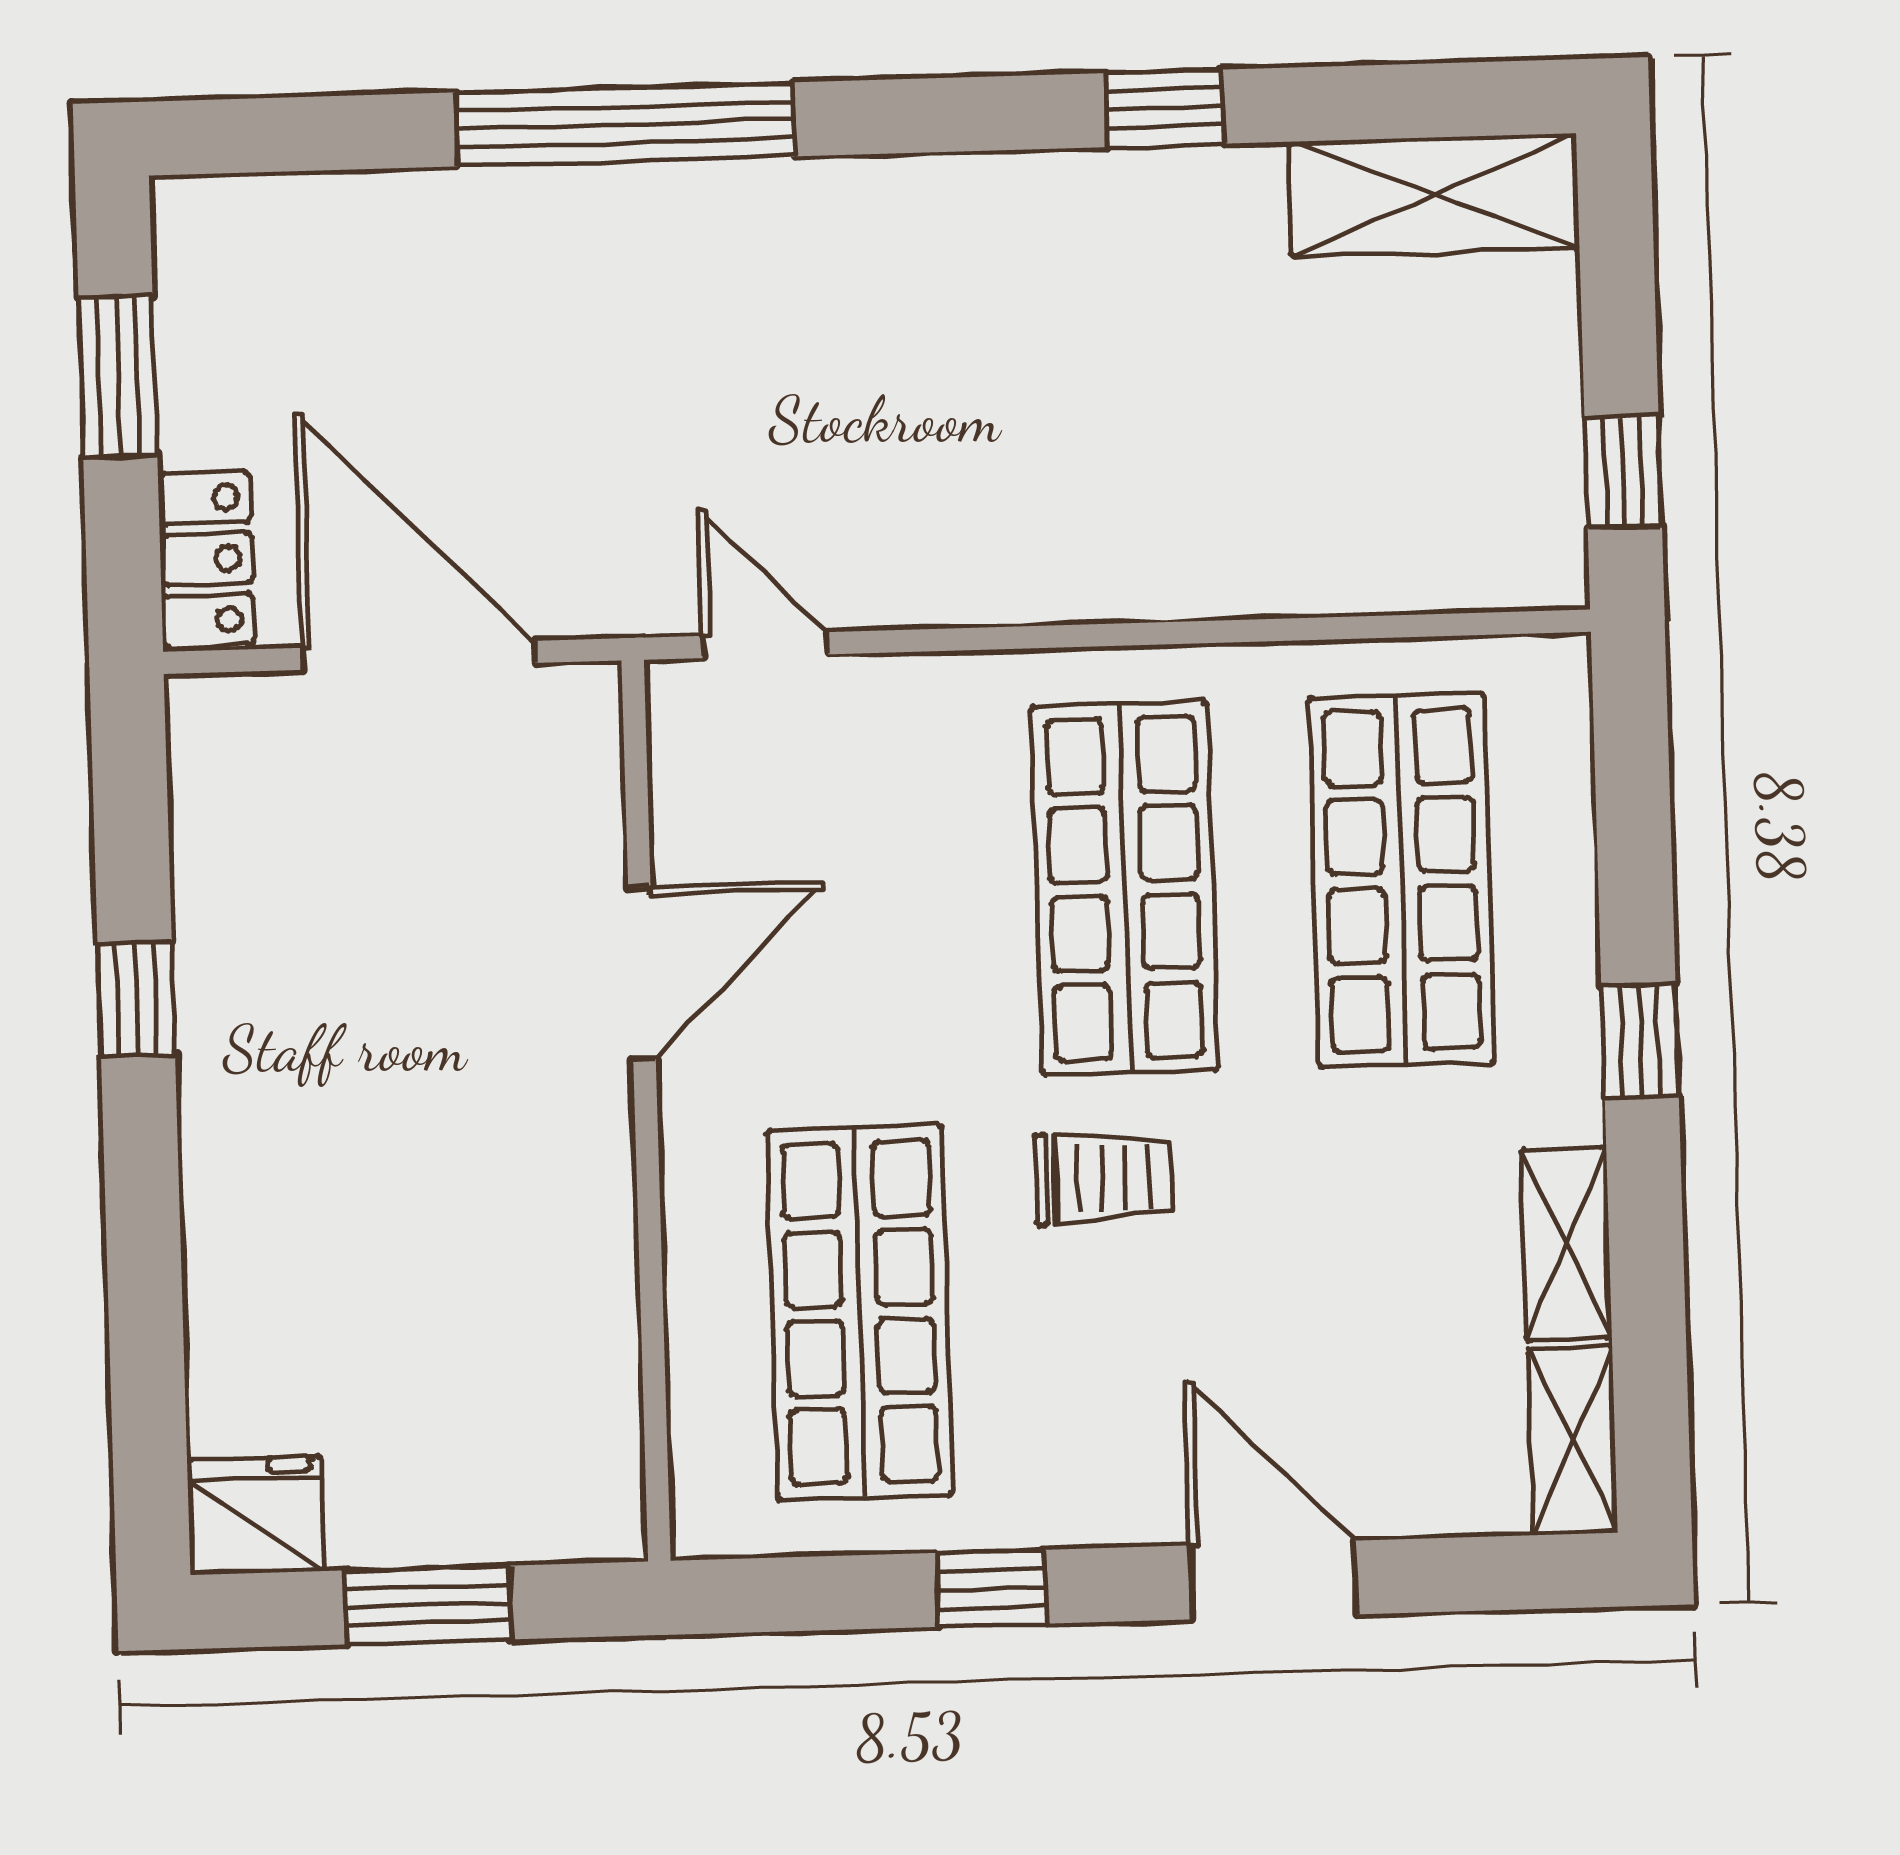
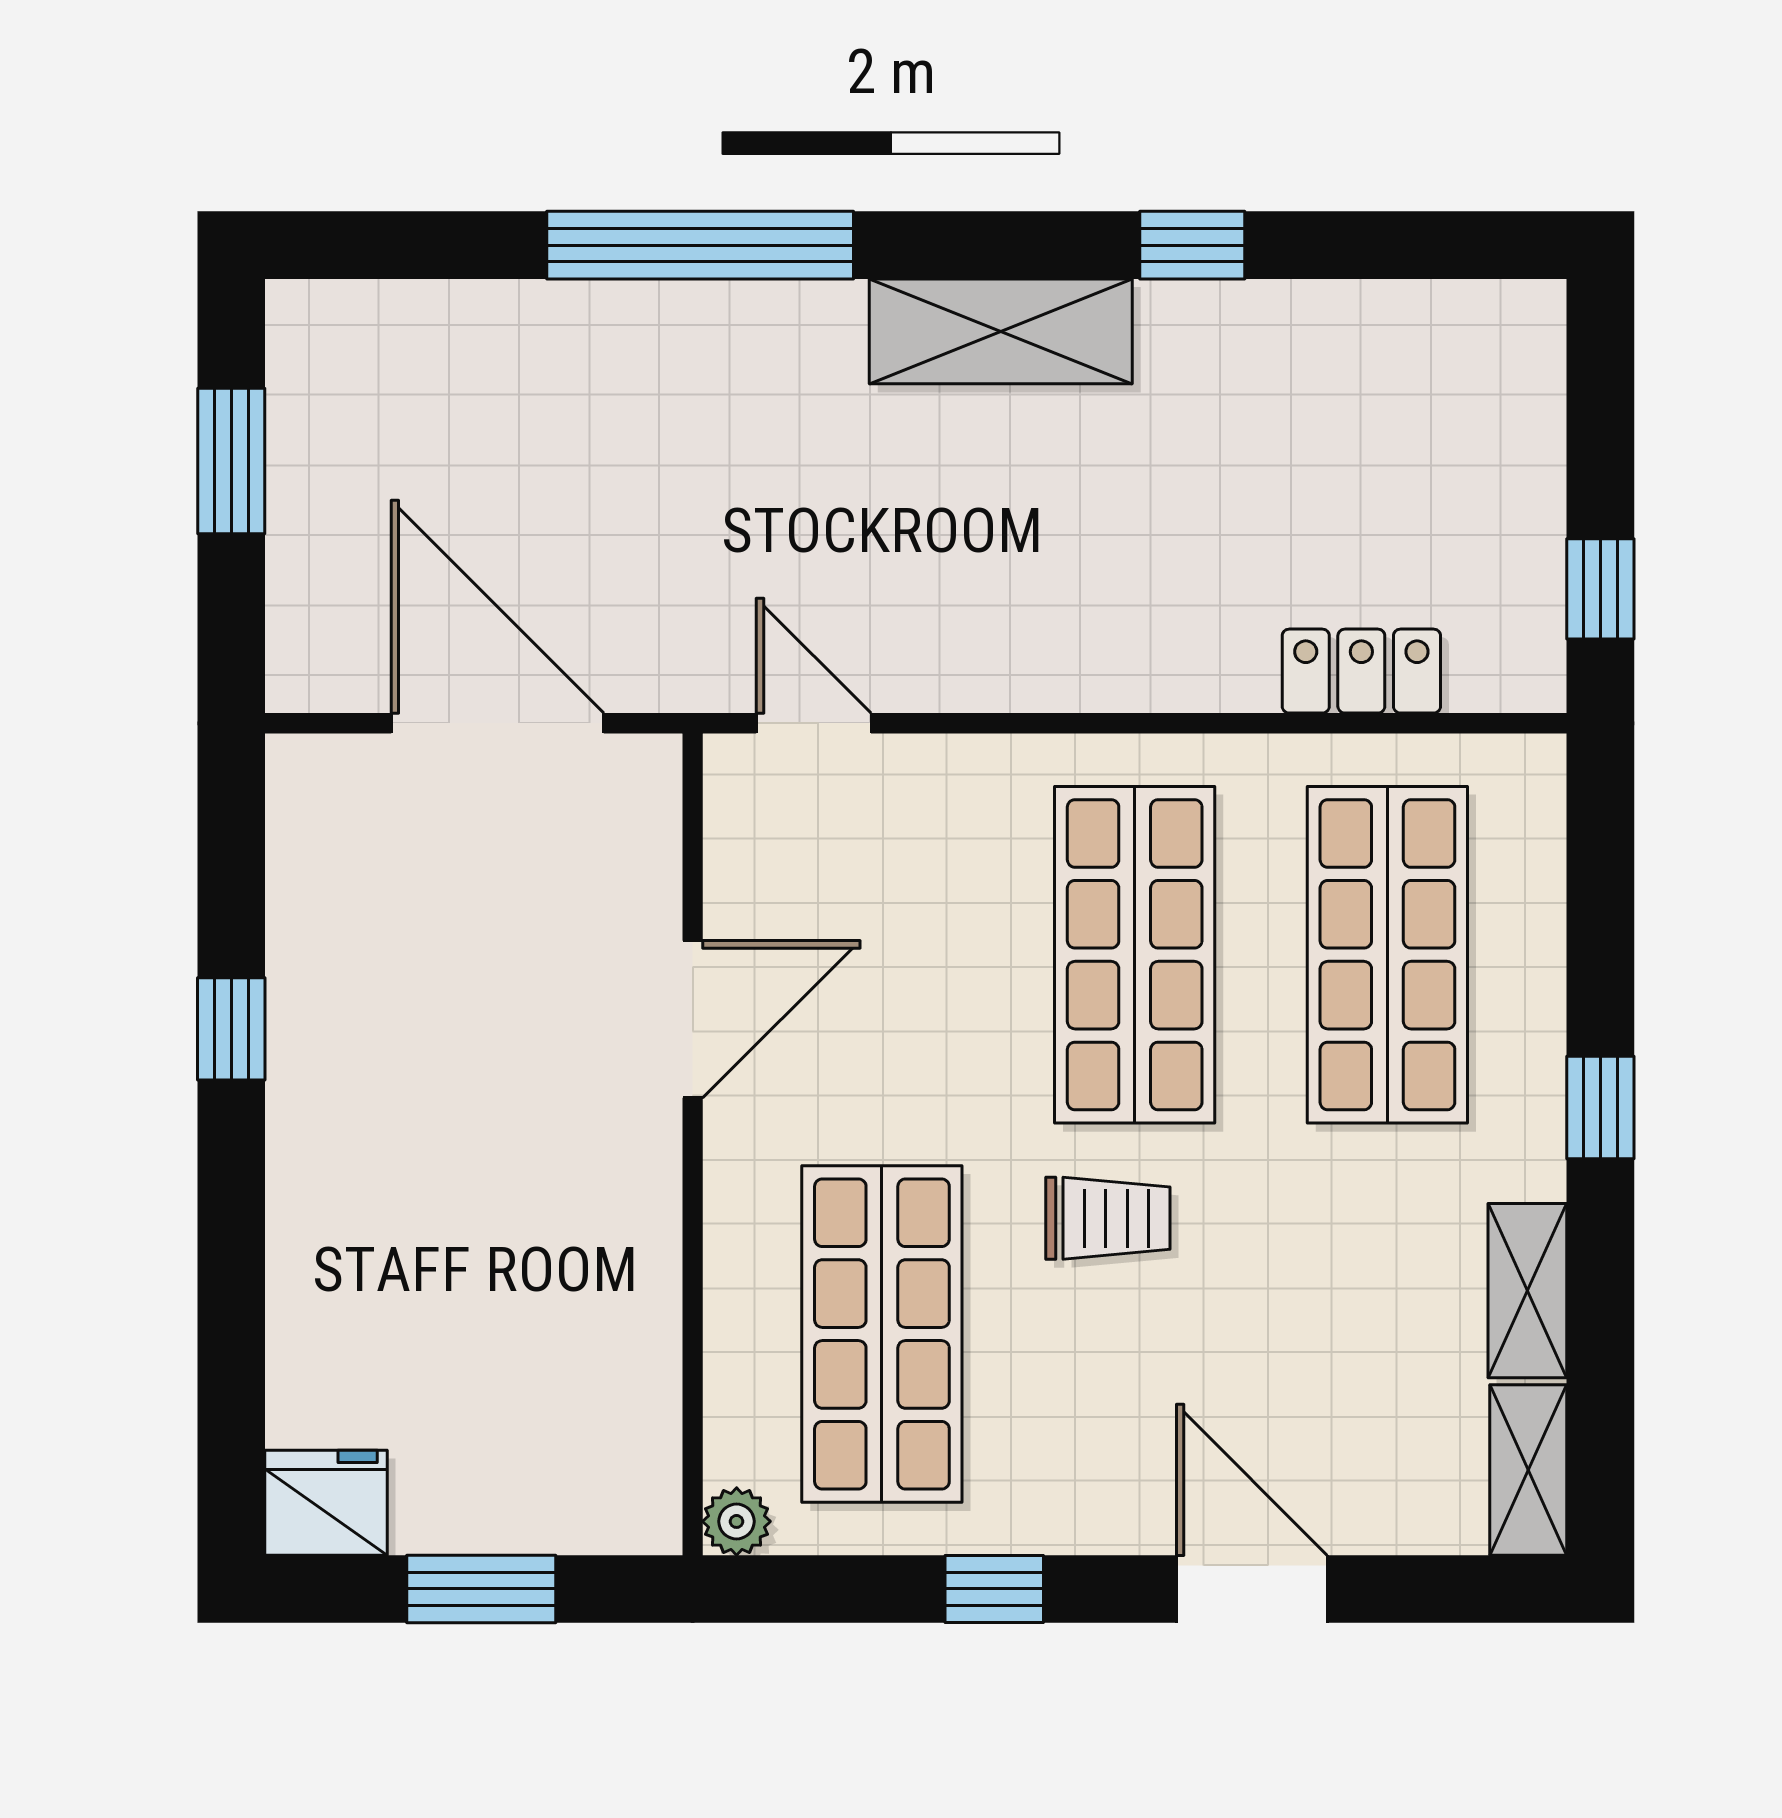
shelving: (1434, 195) -> (1001, 331), moved
locker: (206, 559) -> (1361, 671), moved, turned -90
plant: (706, 1523) -> (737, 1521), added

